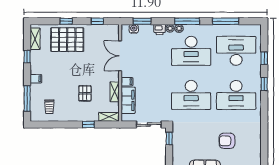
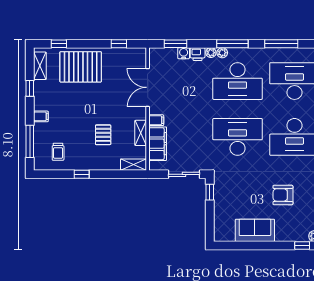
window: (66, 21) -> (59, 44), moved
water cooler: (134, 29) -> (184, 53), moved
desk: (191, 95) -> (238, 137), turned 180
window: (88, 124) -> (82, 174), moved

